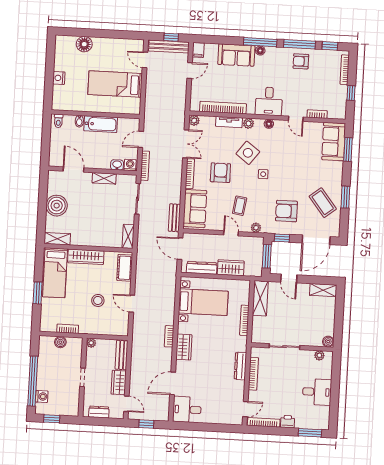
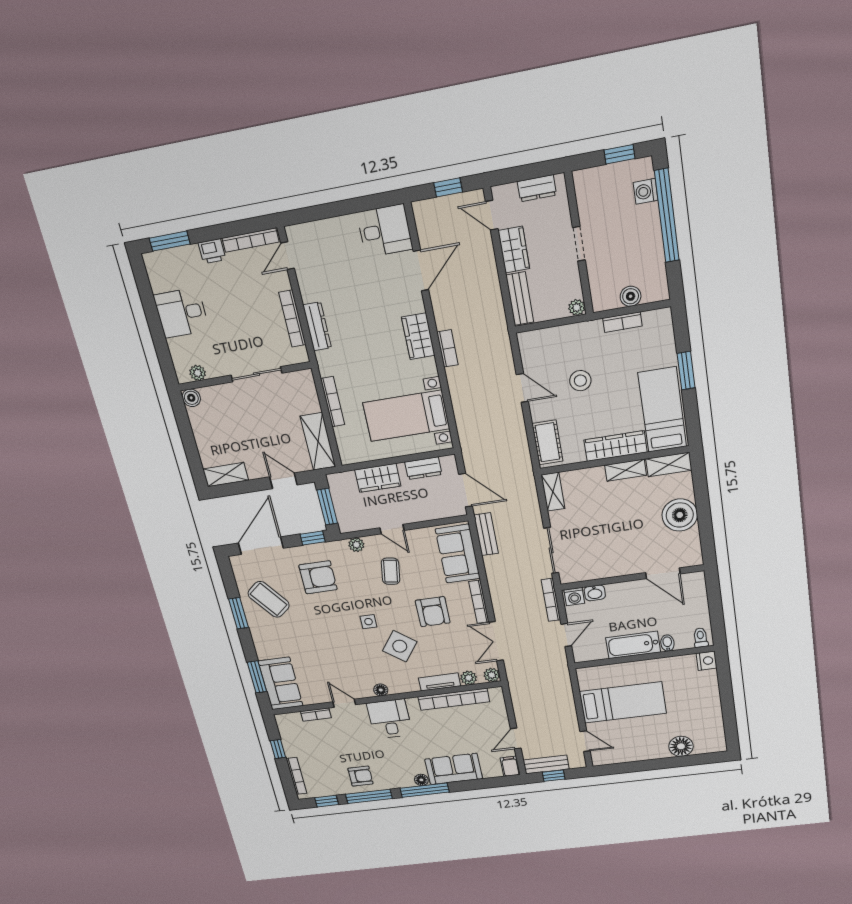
bench: (169, 47) -> (546, 765), width x0.73
nightstand: (59, 78) -> (707, 661), moved
plant: (248, 123) -> (469, 678), moved
shelving: (104, 178) -> (626, 470), moved
dresser: (202, 268) -> (423, 468), width x0.70

